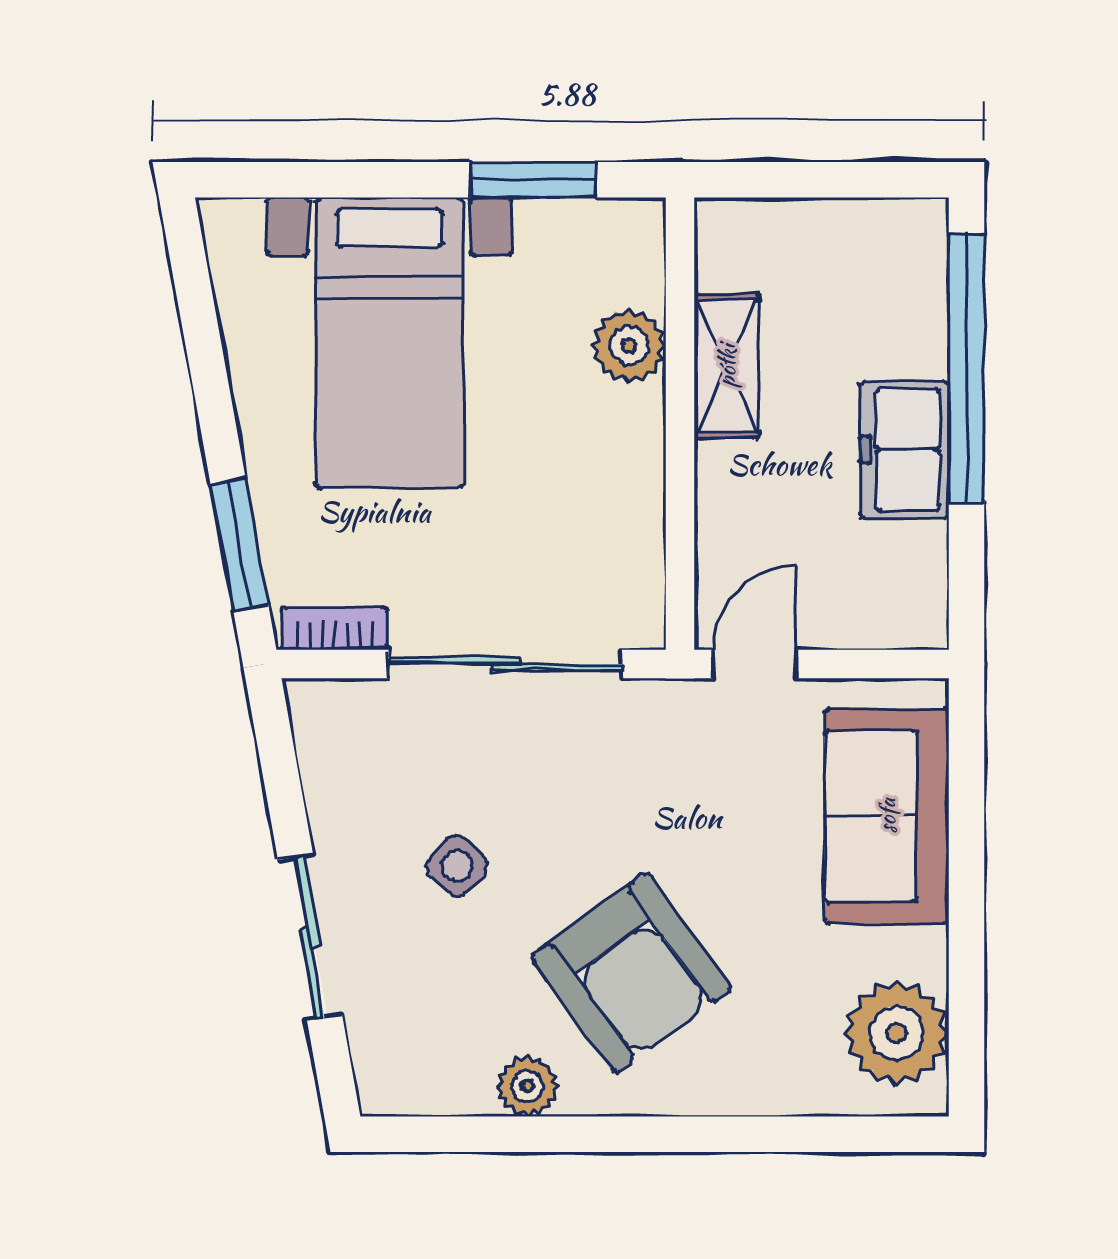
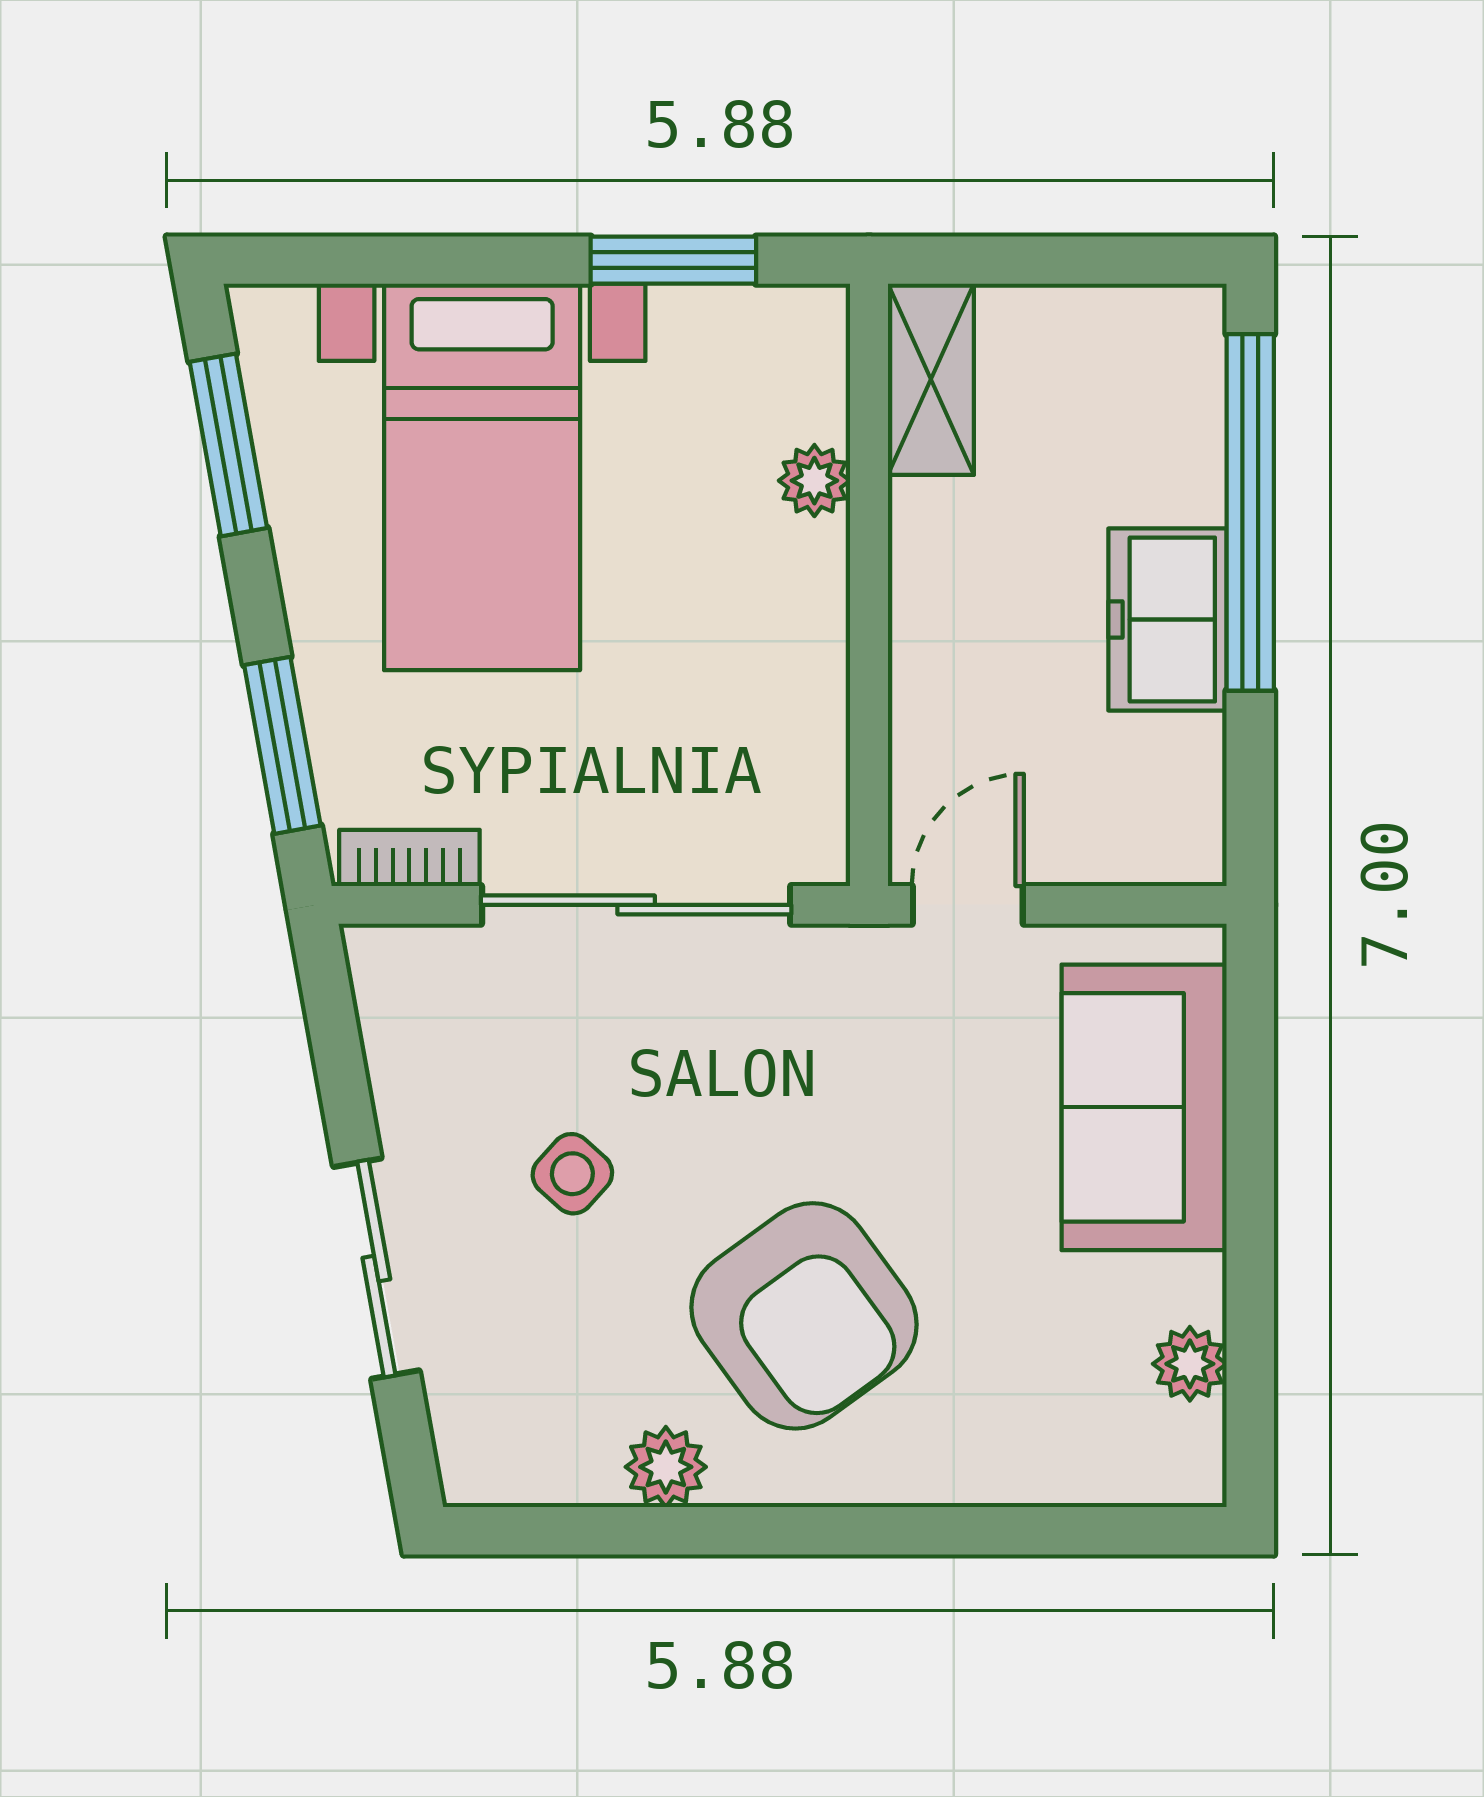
window: (199, 319) -> (228, 445), added
plant: (629, 345) -> (814, 481), width x0.73, depth x0.73
shelving: (727, 366) -> (931, 379), moved
plant: (897, 1033) -> (1190, 1364), width x0.53, depth x0.53

